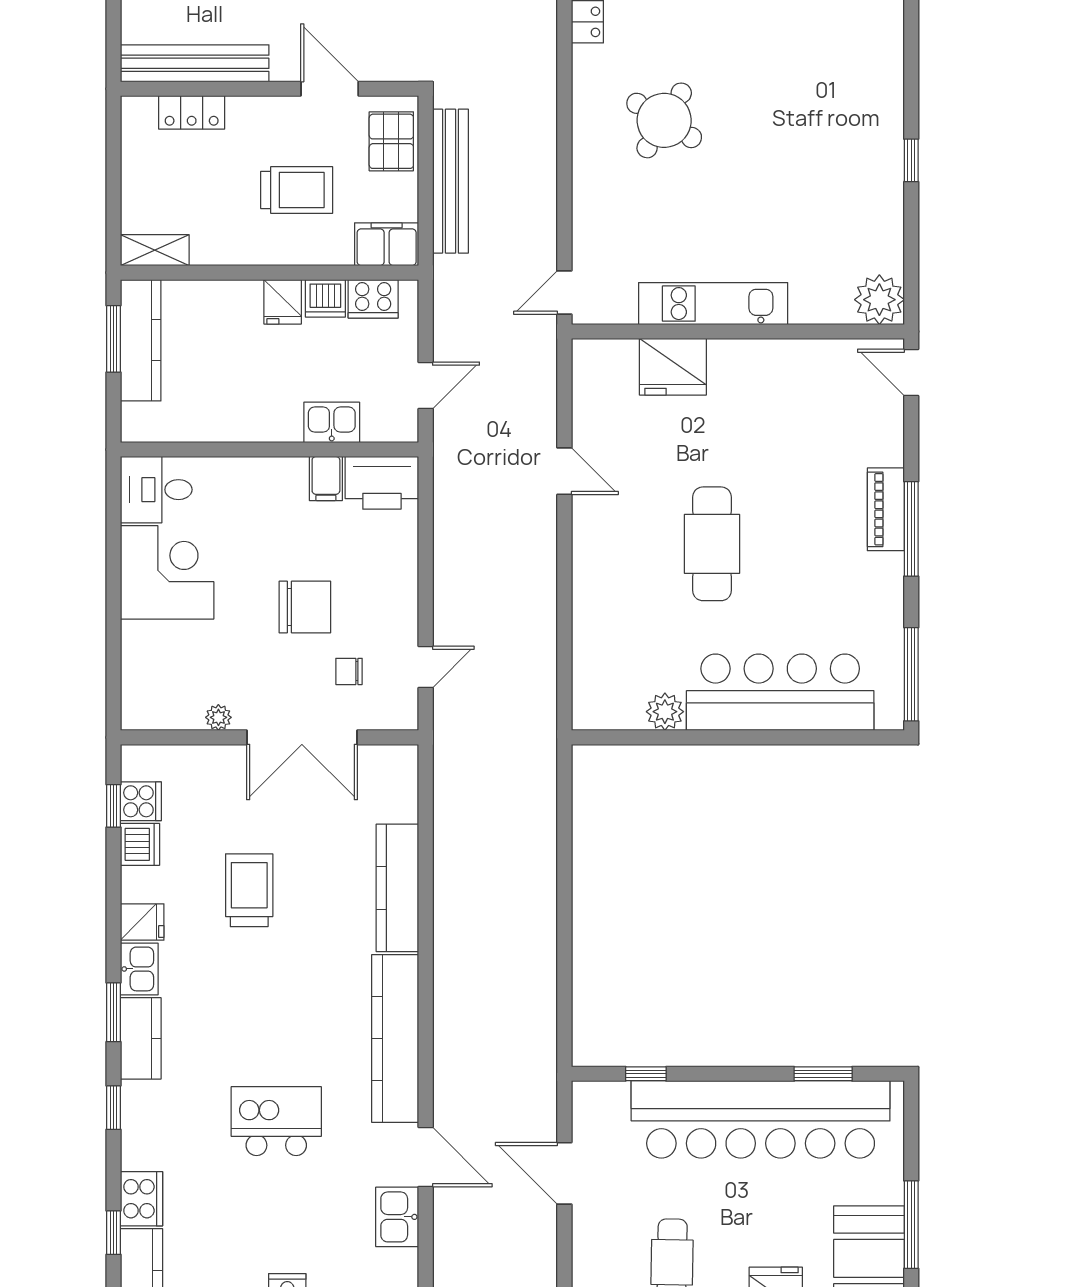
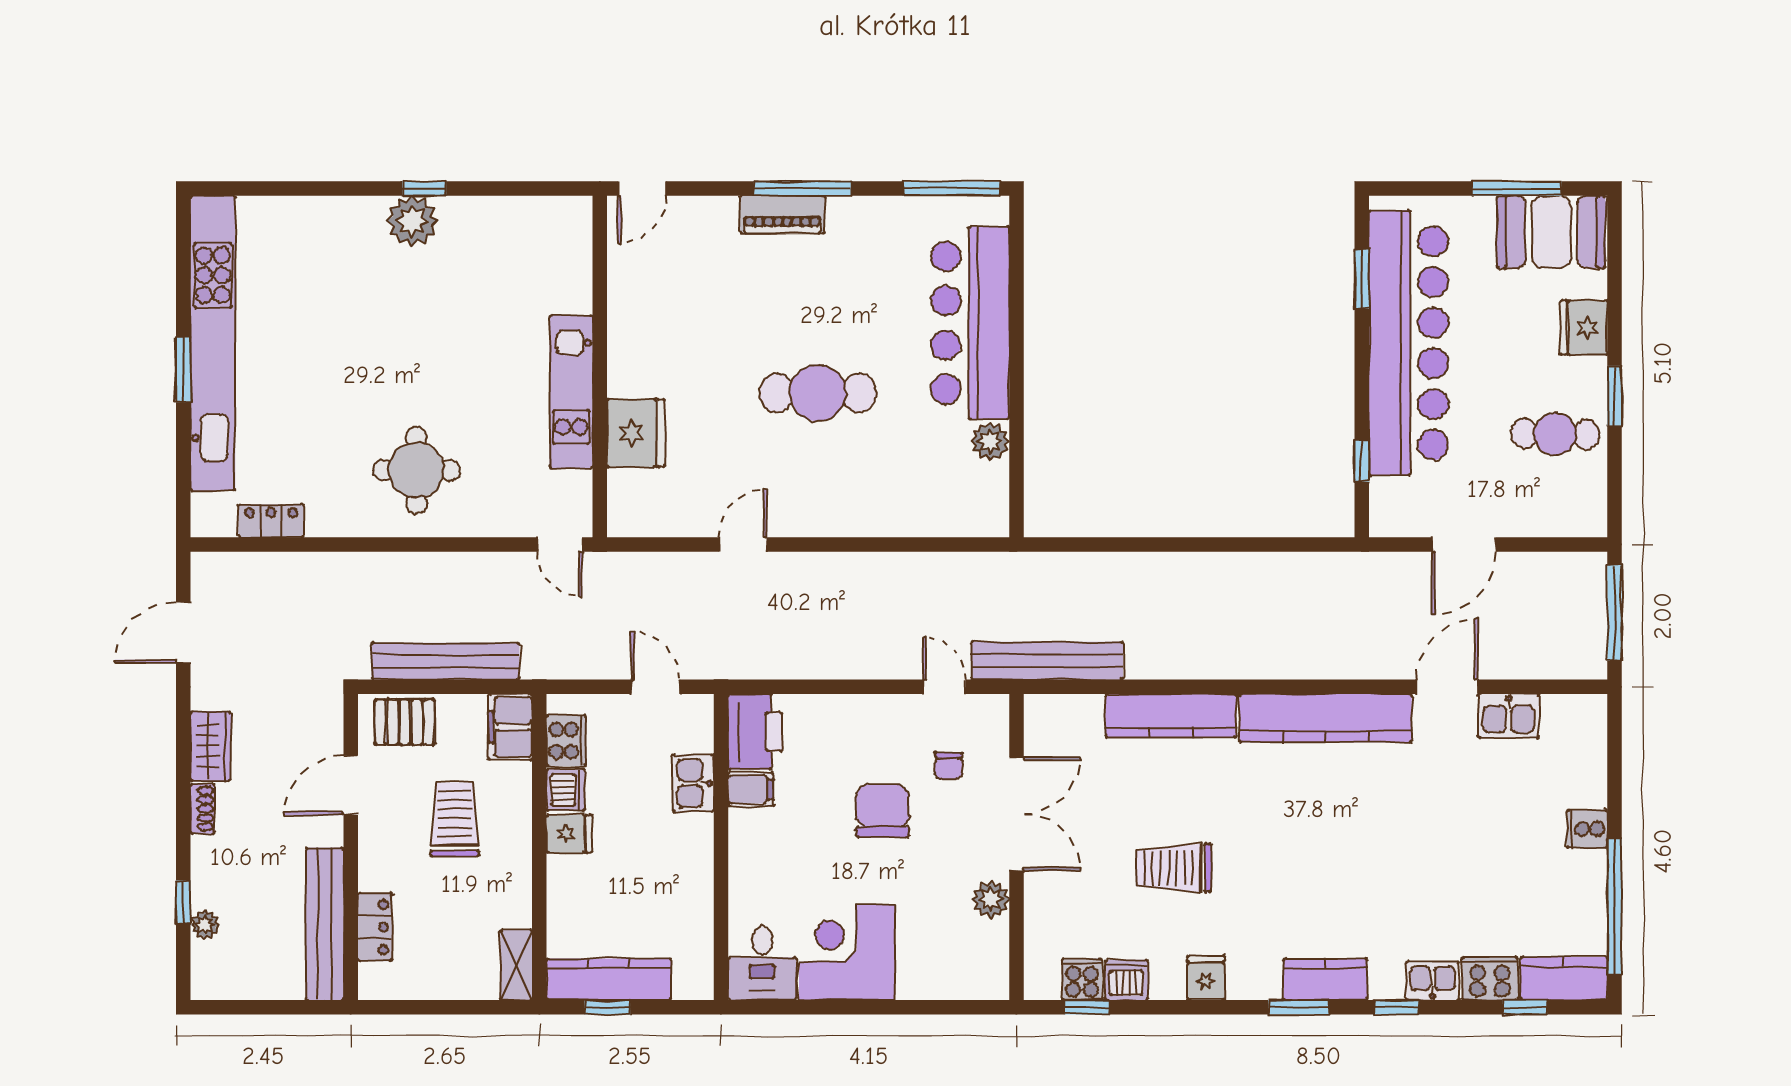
round table: (664, 120) -> (416, 470), moved, turned -32
plant: (879, 300) -> (412, 221), moved
window: (113, 339) -> (607, 1007), width x0.67
plant: (218, 717) -> (991, 900), width x1.38, depth x1.38
bench: (451, 767) -> (1047, 661), added
kitchen sink: (139, 969) -> (1433, 981), moved
kitchen island: (276, 1121) -> (1410, 840), removed

